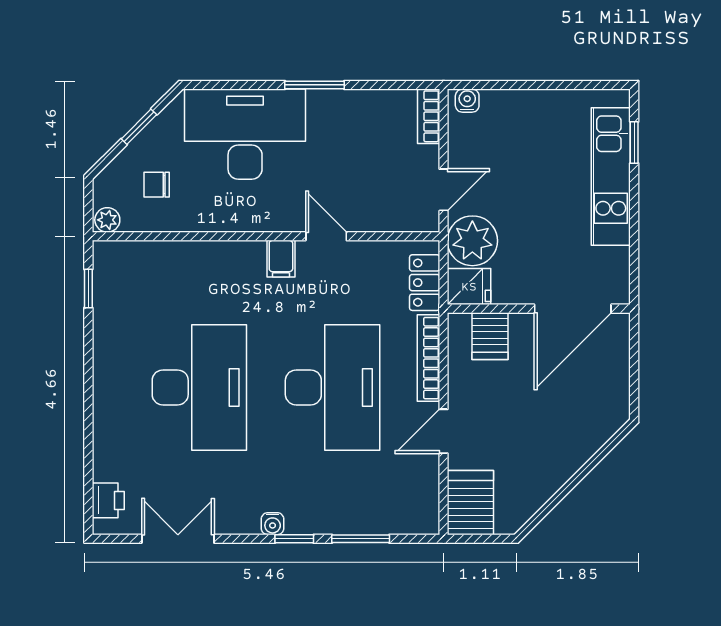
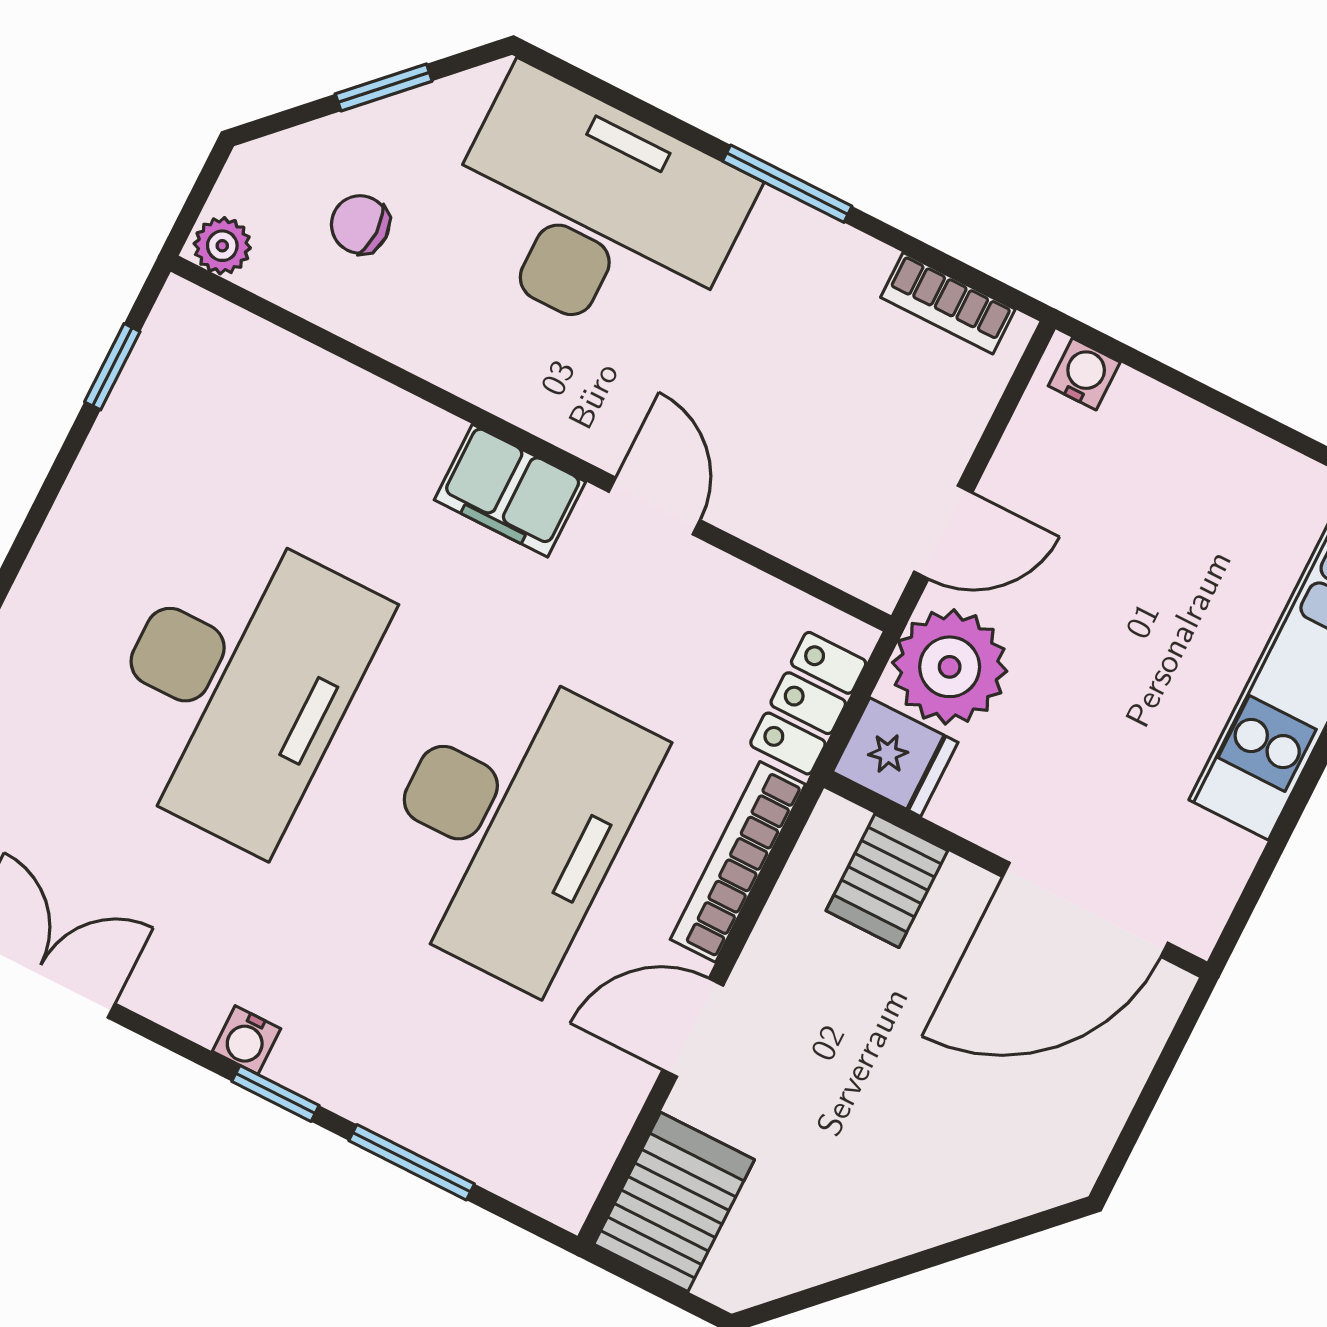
bookcase: (429, 116) -> (948, 303), moved, turned -90
filing cabinet: (281, 259) -> (510, 491), width x2.00

